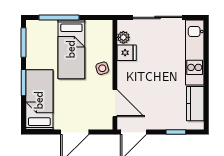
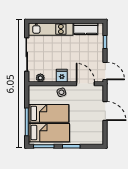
fridge: (127, 53) -> (62, 76), moved
bed: (39, 100) -> (49, 133), moved, turned 180
door: (115, 103) -> (85, 84), hinge flipped

